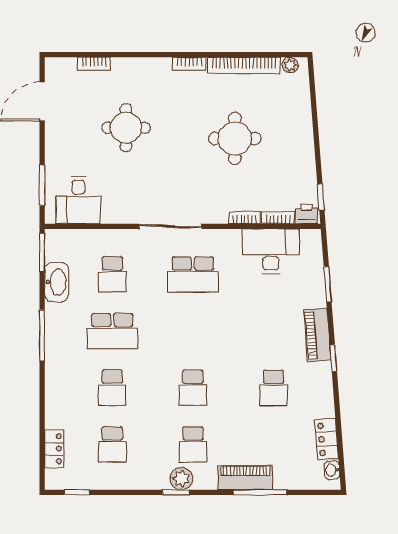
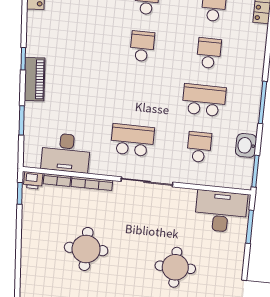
desk: (78, 200) -> (221, 211), width x1.37
bookcase: (245, 218) -> (92, 183), width x1.56
washbasin: (56, 282) -> (246, 145), width x0.72
school desk: (274, 388) -> (75, 39), removed

